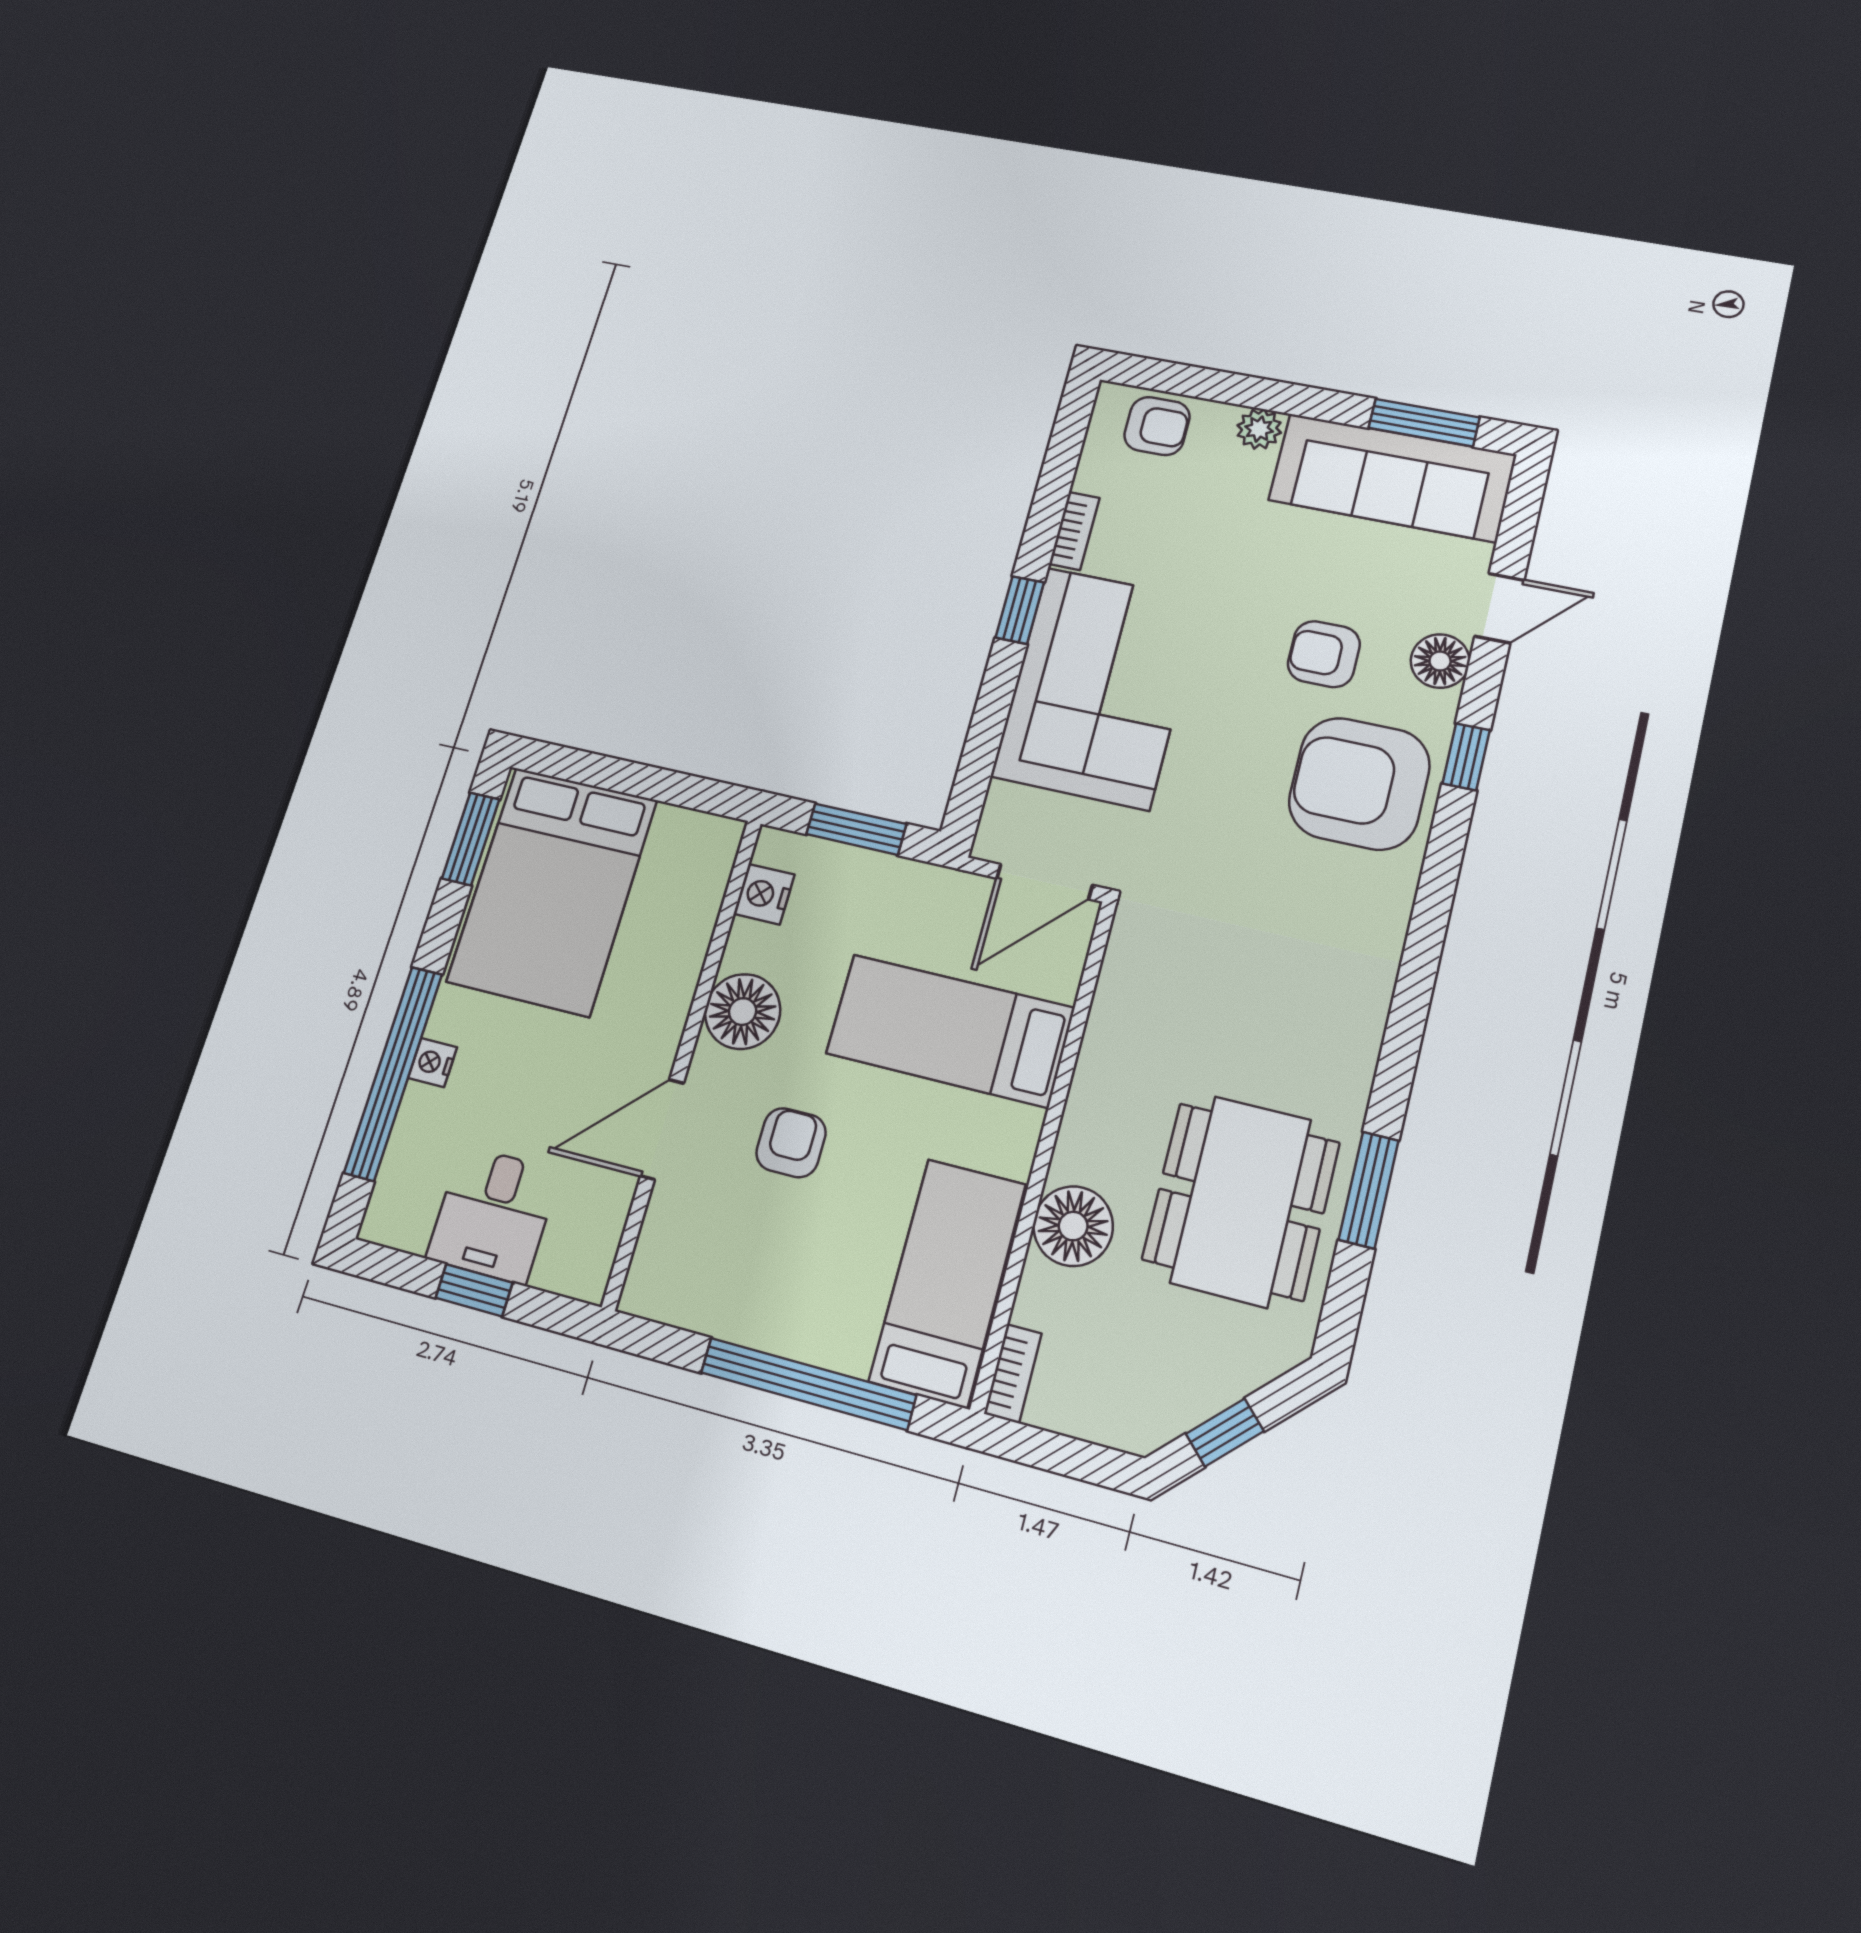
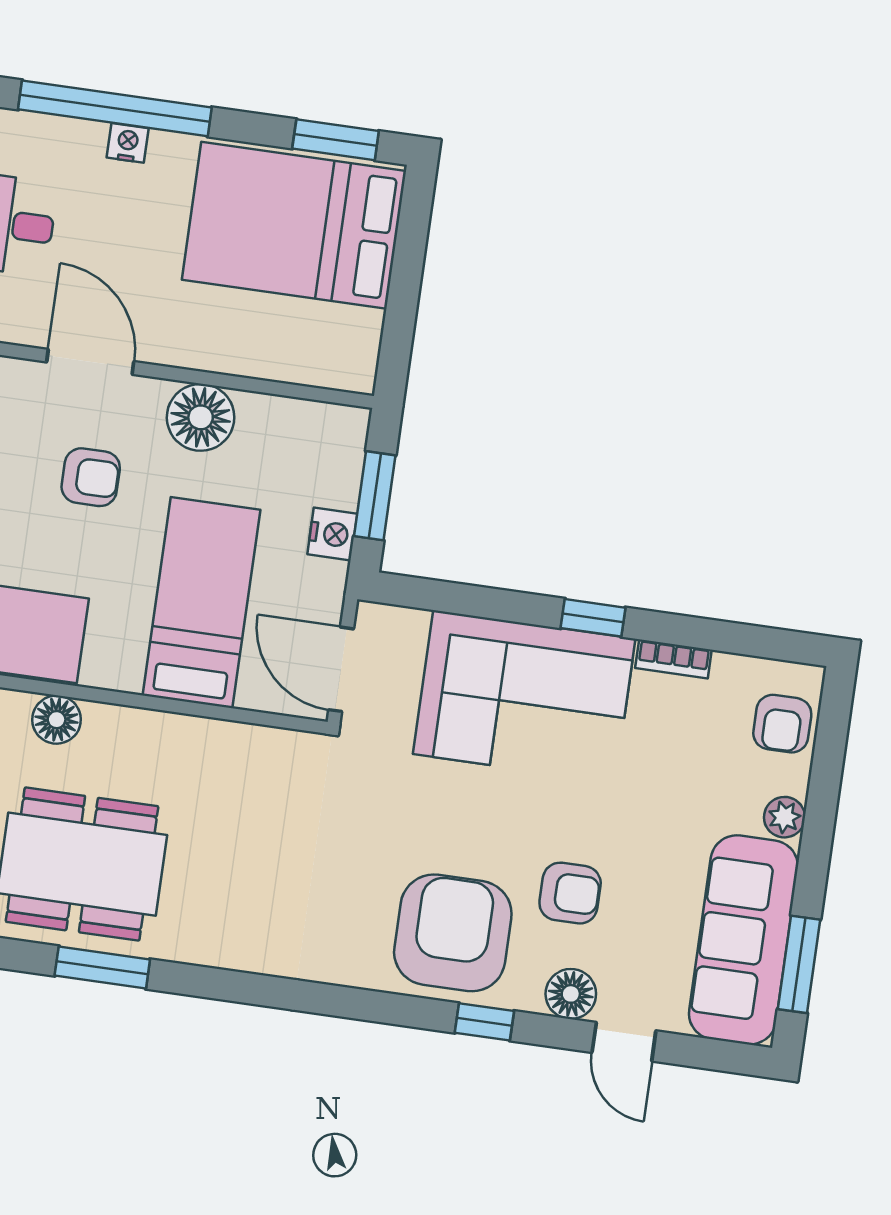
armchair: (1324, 654) -> (570, 893), turned 90
nightstand: (764, 894) -> (332, 534), moved, turned 90
floor lamp: (1073, 1226) -> (57, 720), width x0.73, depth x0.73

